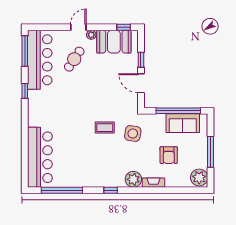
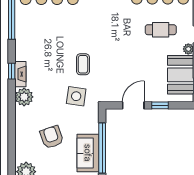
cafe table: (74, 59) -> (161, 30), turned -34
armchair: (169, 155) -> (52, 137), turned 71
fireplace: (153, 183) -> (20, 74), moved

